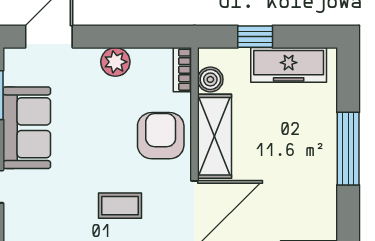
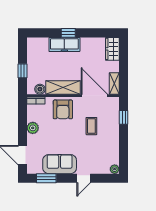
freezer: (289, 65) -> (64, 44), moved, turned 90
armchair: (161, 136) -> (63, 109), turned -90
window: (348, 149) -> (68, 33), width x0.46

